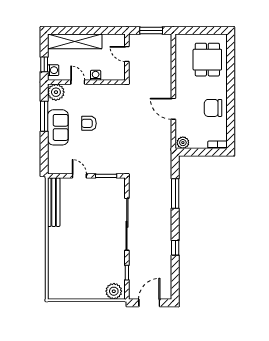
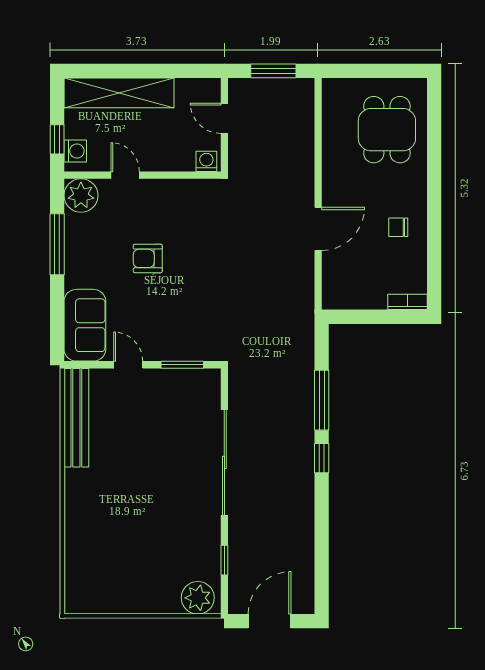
washing machine: (96, 75) -> (206, 161), moved
chair: (213, 108) -> (398, 227), width x0.54, depth x0.54
door: (173, 109) -> (318, 229), swing flipped
sofa: (58, 127) -> (85, 325), moved
plant: (183, 143) -> (337, 297), removed
window: (175, 248) -> (322, 458), moved

